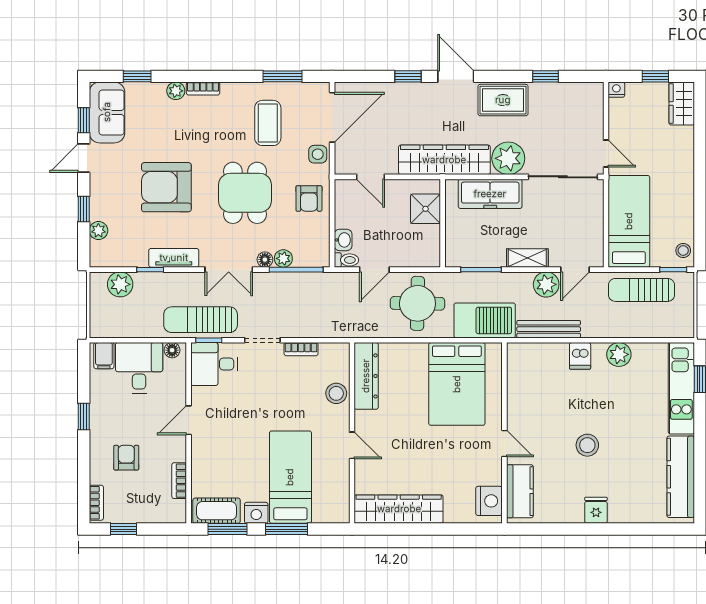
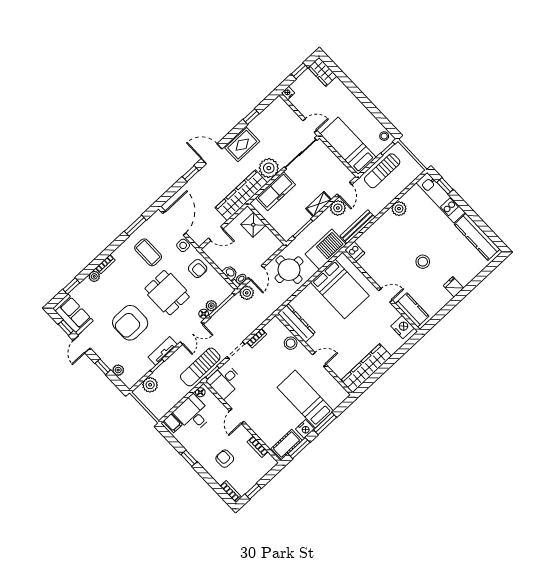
plant: (341, 283) -> (247, 293), added
dishwasher: (580, 356) -> (355, 252), moved

